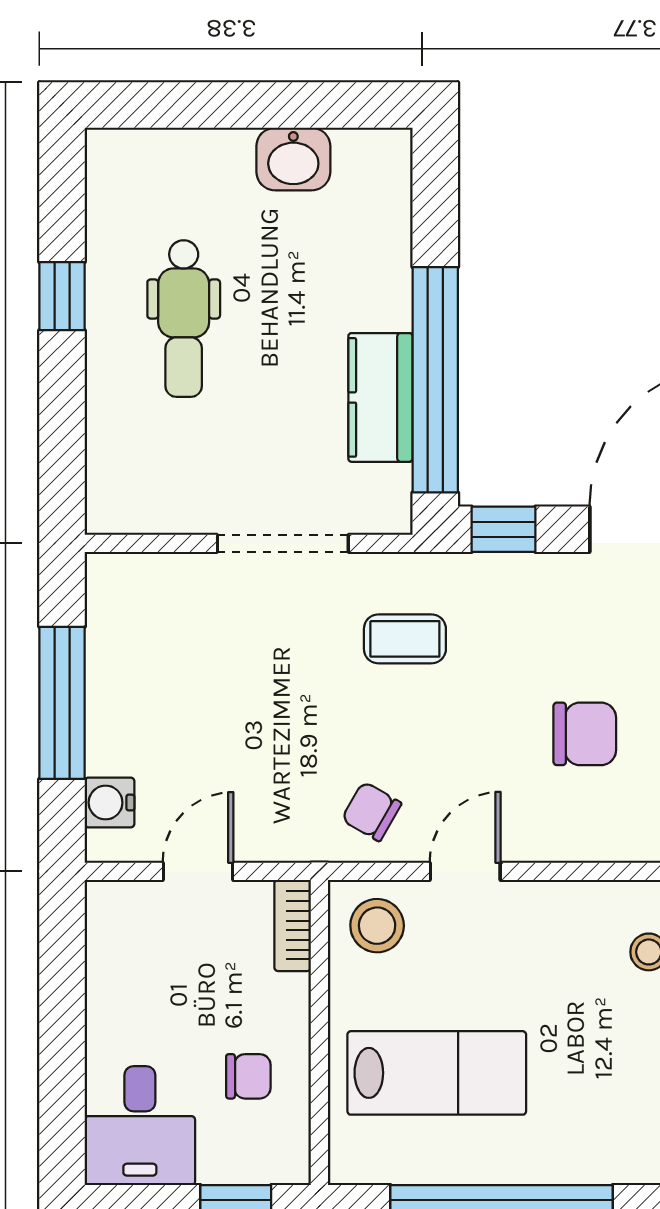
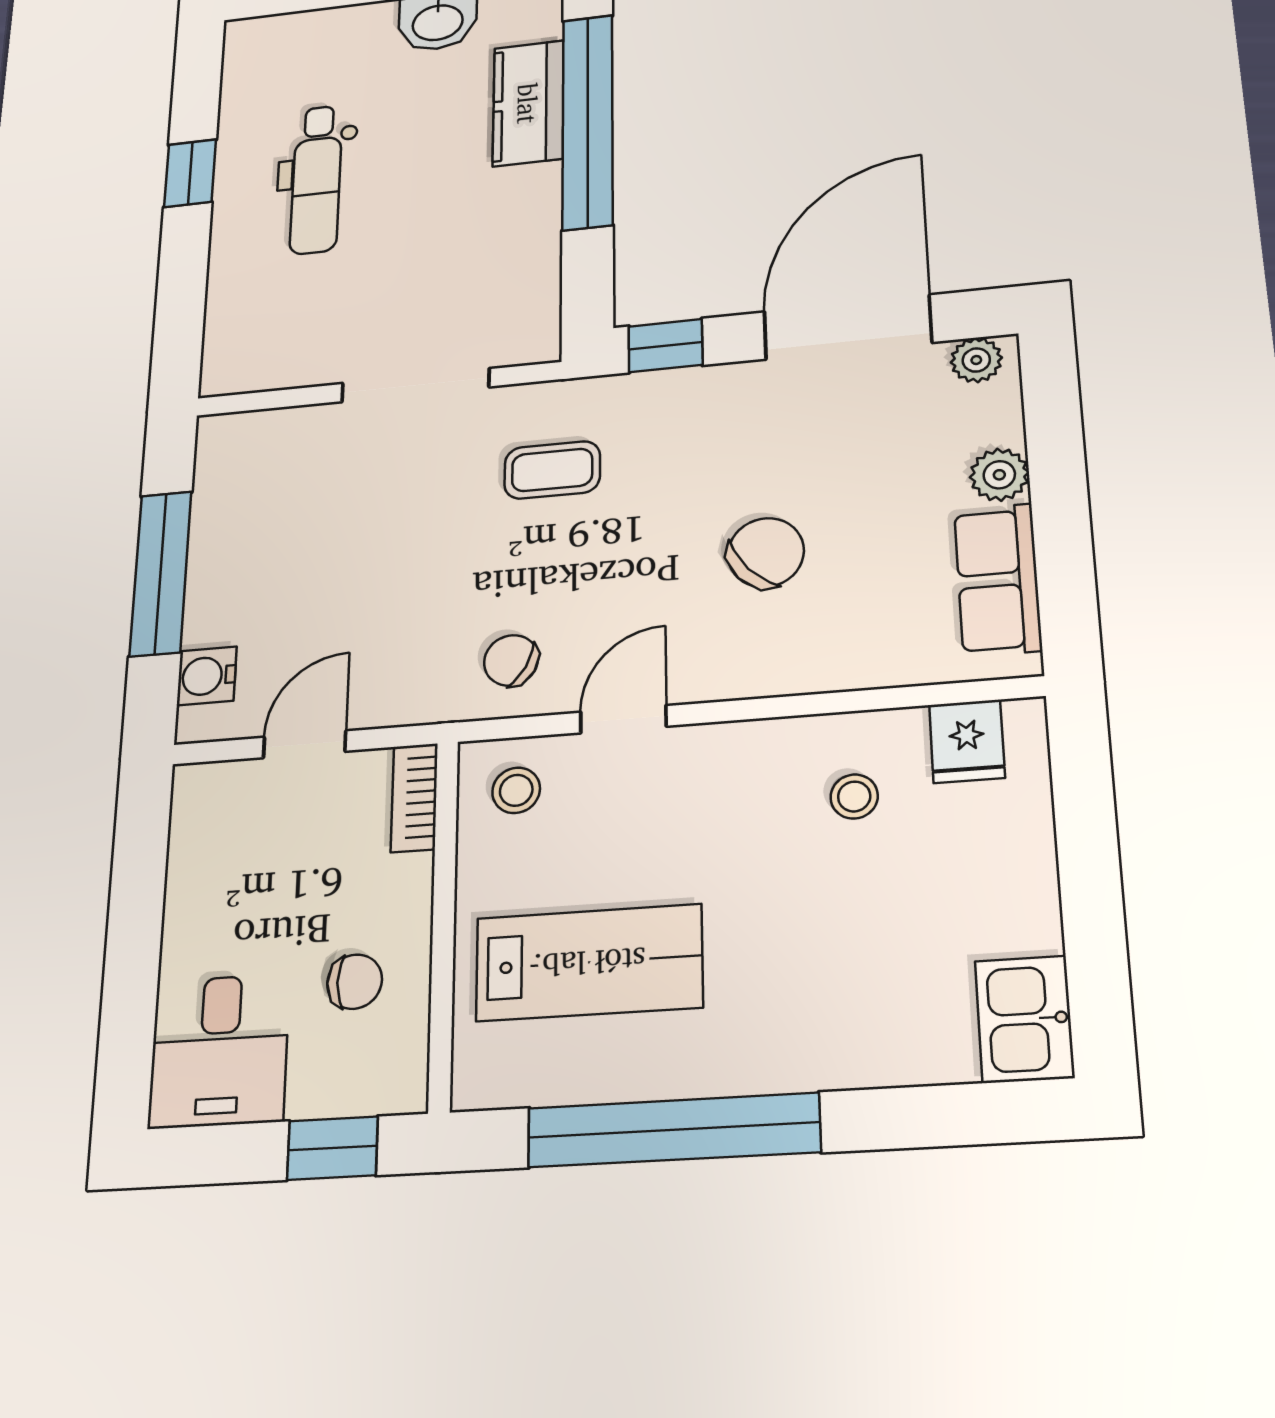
window: (435, 380) -> (588, 121), moved
kitchen counter: (380, 397) -> (528, 103), moved
chair: (585, 734) -> (766, 553), turned -42
stool: (377, 926) -> (516, 790), width x0.73, depth x0.73

